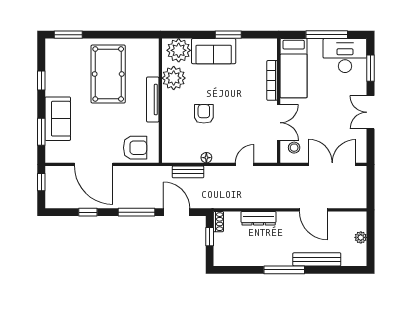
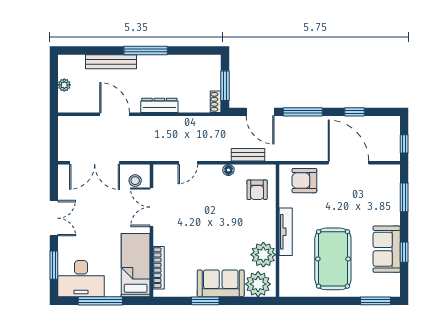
bookcase: (272, 80) -> (159, 268), moved
armchair: (204, 114) -> (257, 190), moved
sofa: (58, 119) -> (387, 249), moved
dresser: (259, 218) -> (159, 105), moved
window: (210, 237) -> (225, 86), width x1.50

